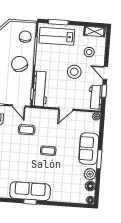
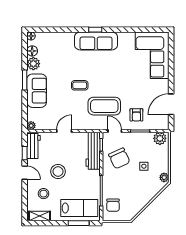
chair: (19, 64) -> (119, 158), moved
coffee table: (27, 130) -> (104, 106), width x1.86, depth x1.72

